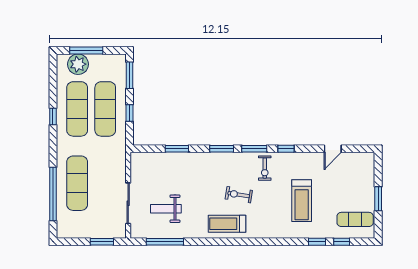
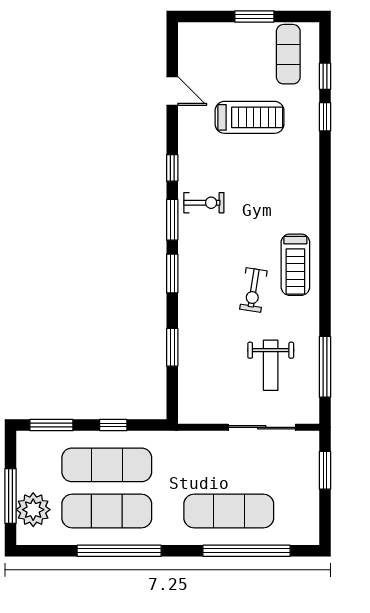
window: (53, 117) -> (119, 551), width x3.17
exercise bike: (239, 195) -> (253, 290), moved
treadmill: (302, 201) -> (250, 117), moved

